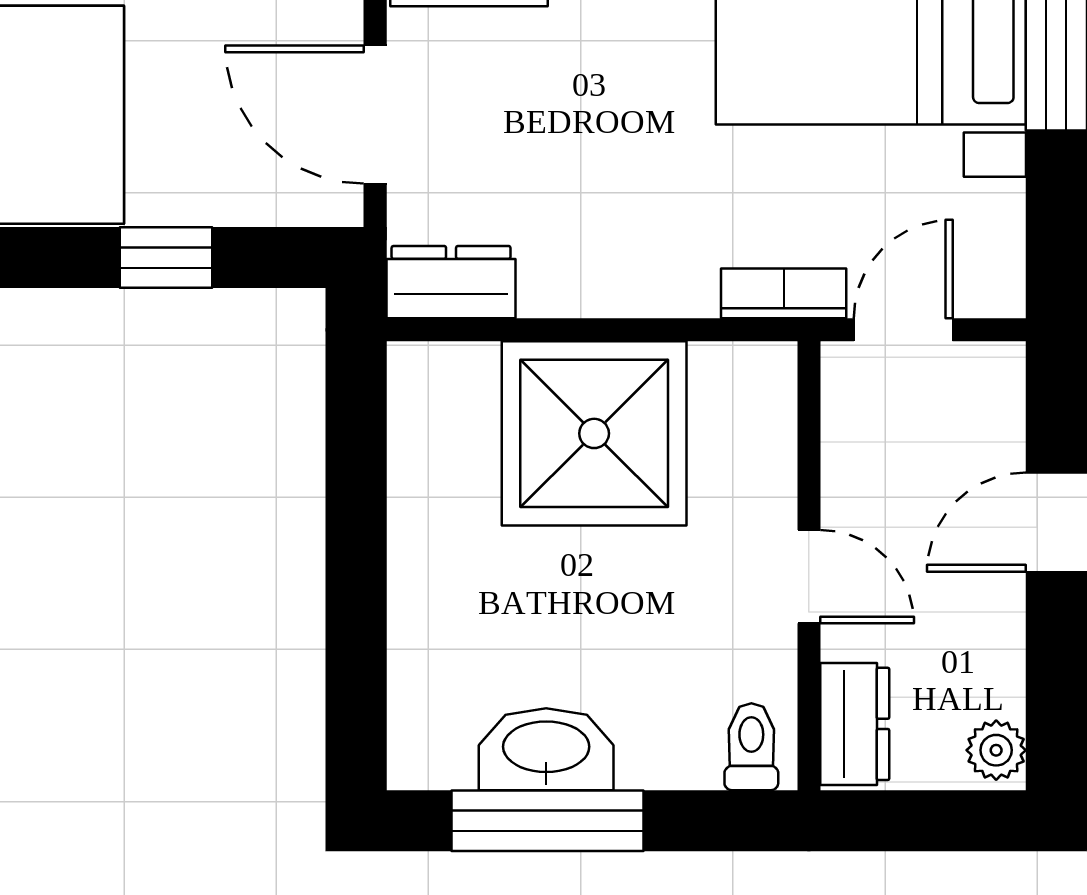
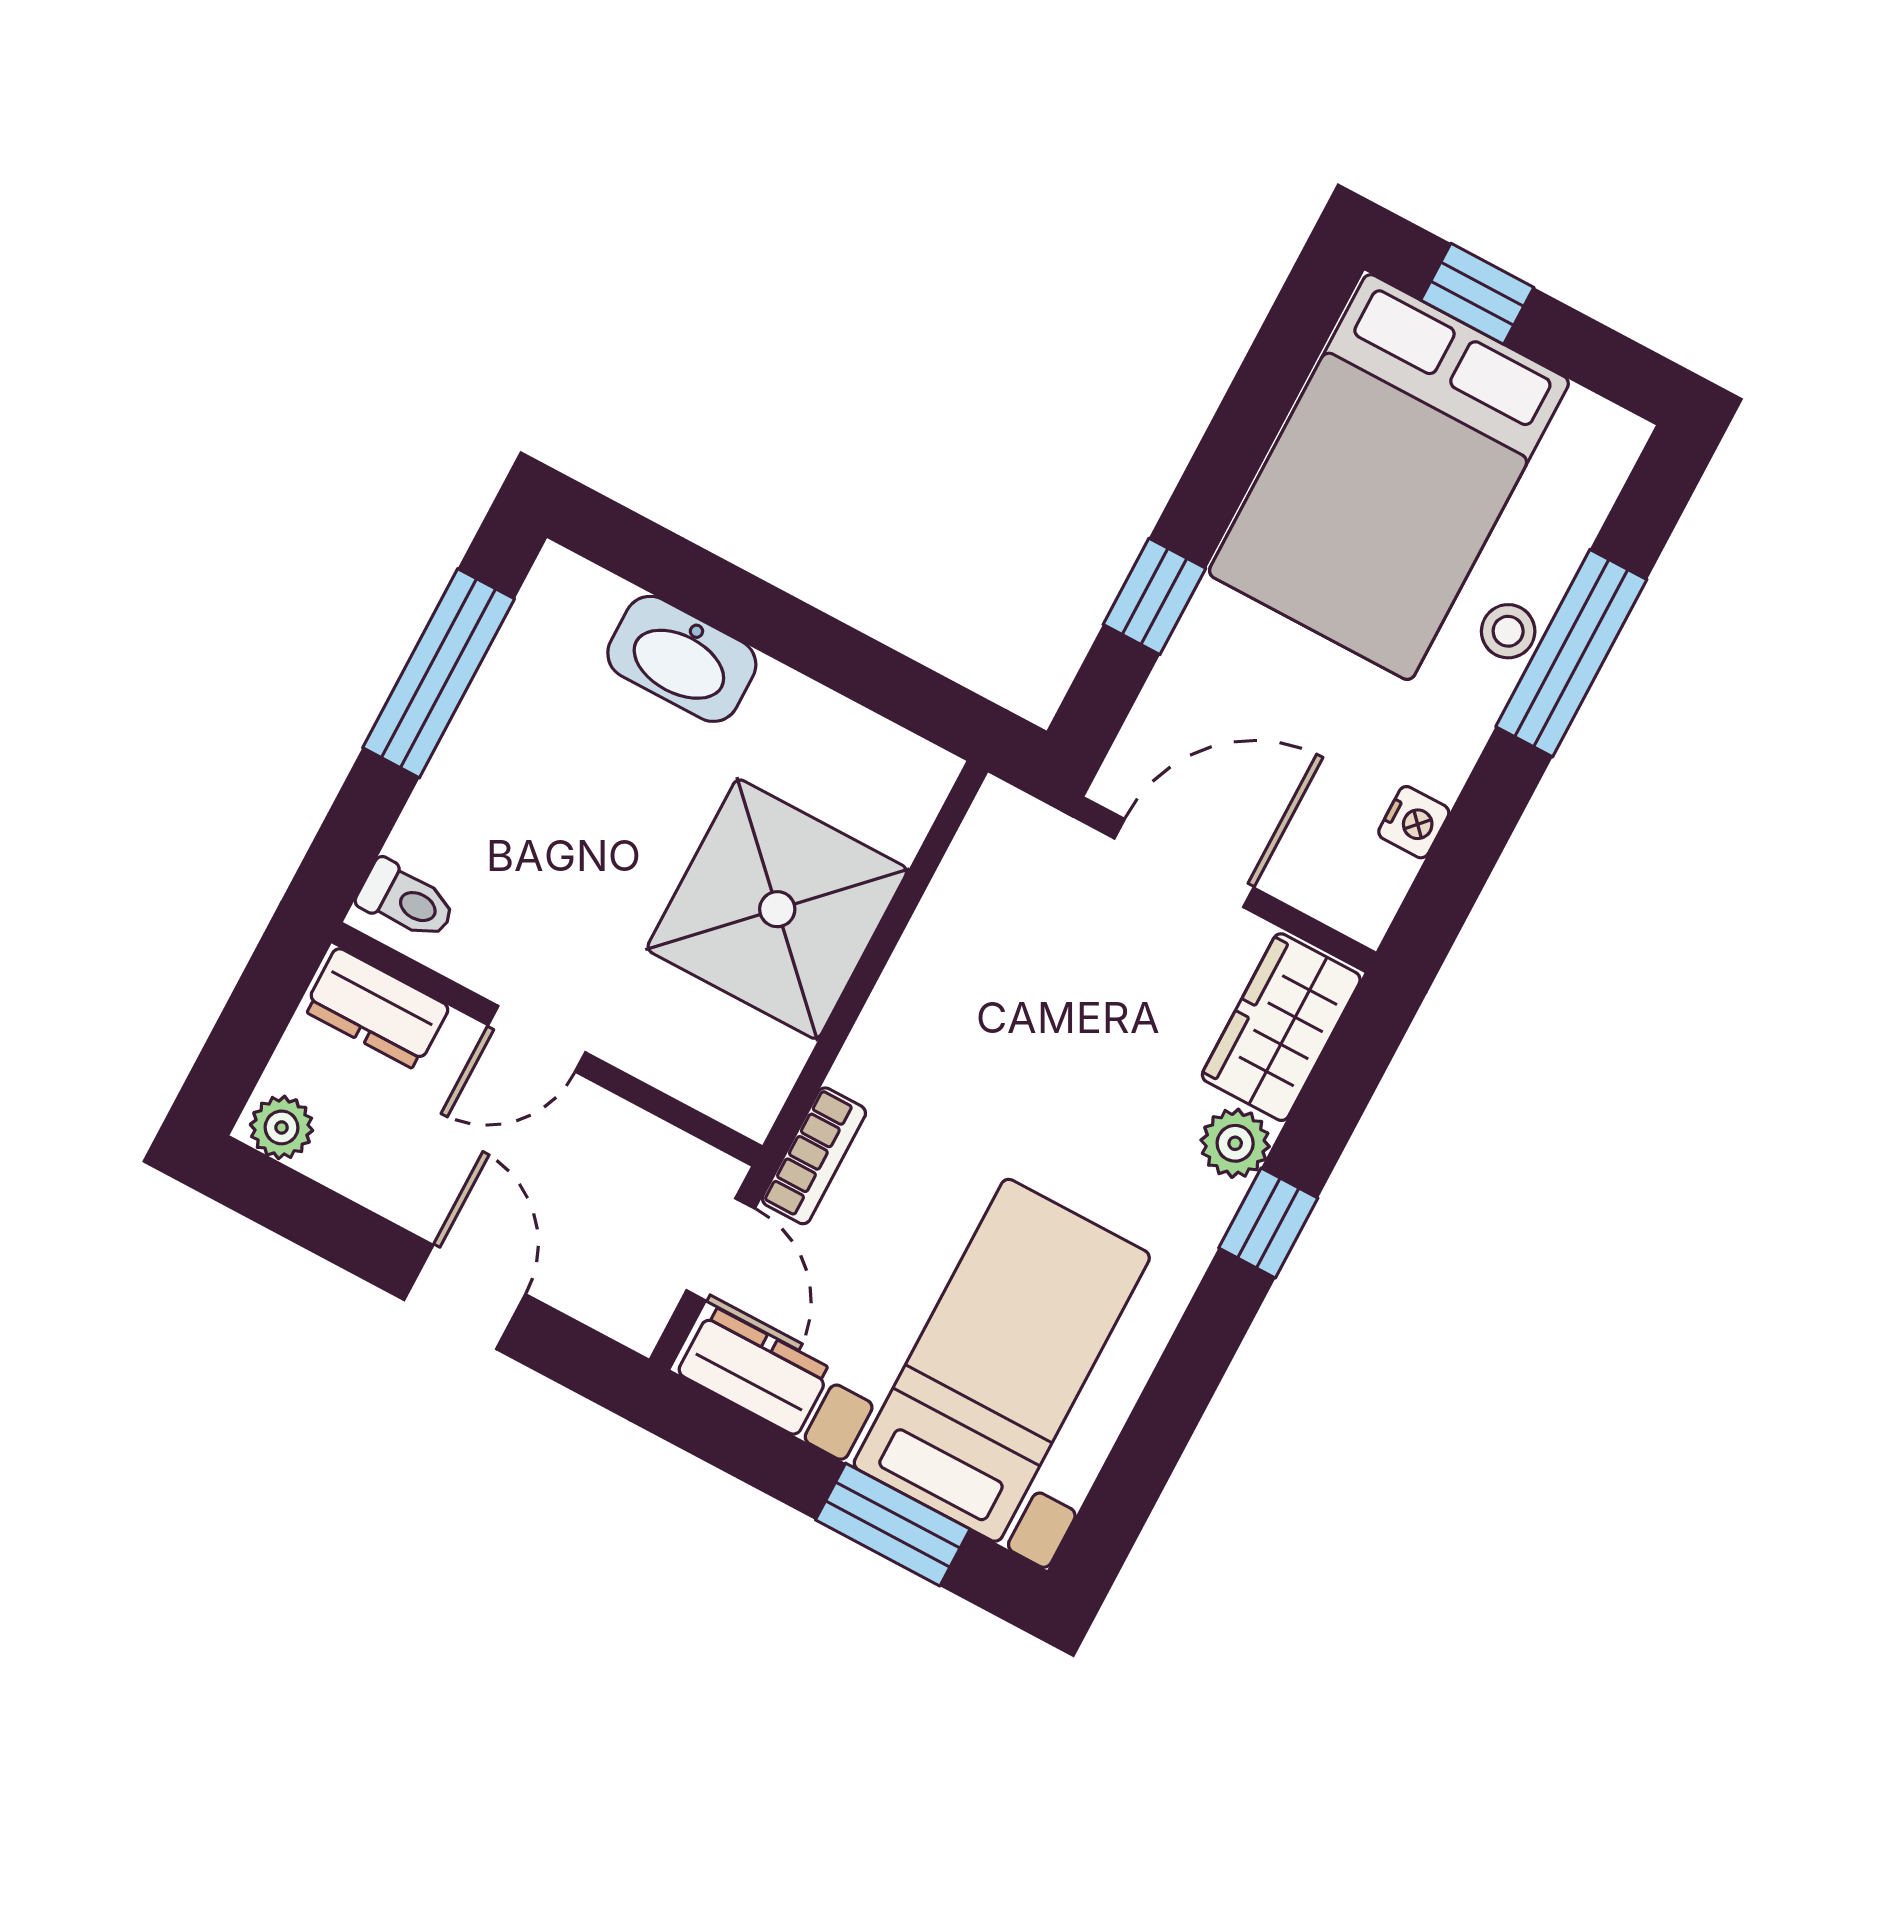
dresser: (451, 282) -> (755, 1371), moved, turned -90
washbasin: (546, 749) -> (682, 659), moved, turned 90

